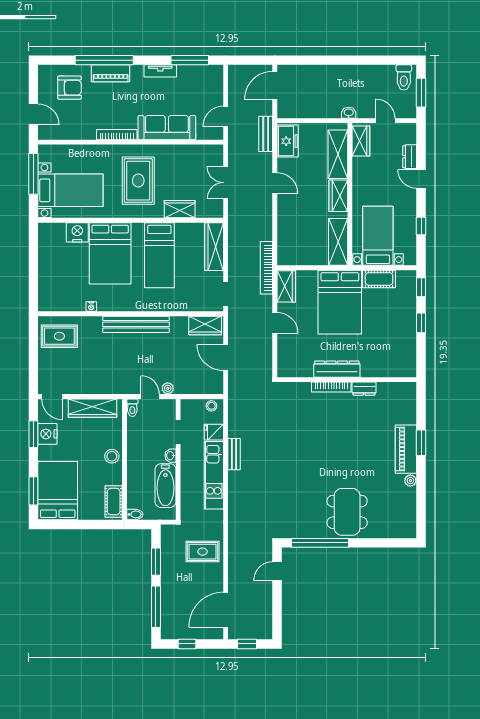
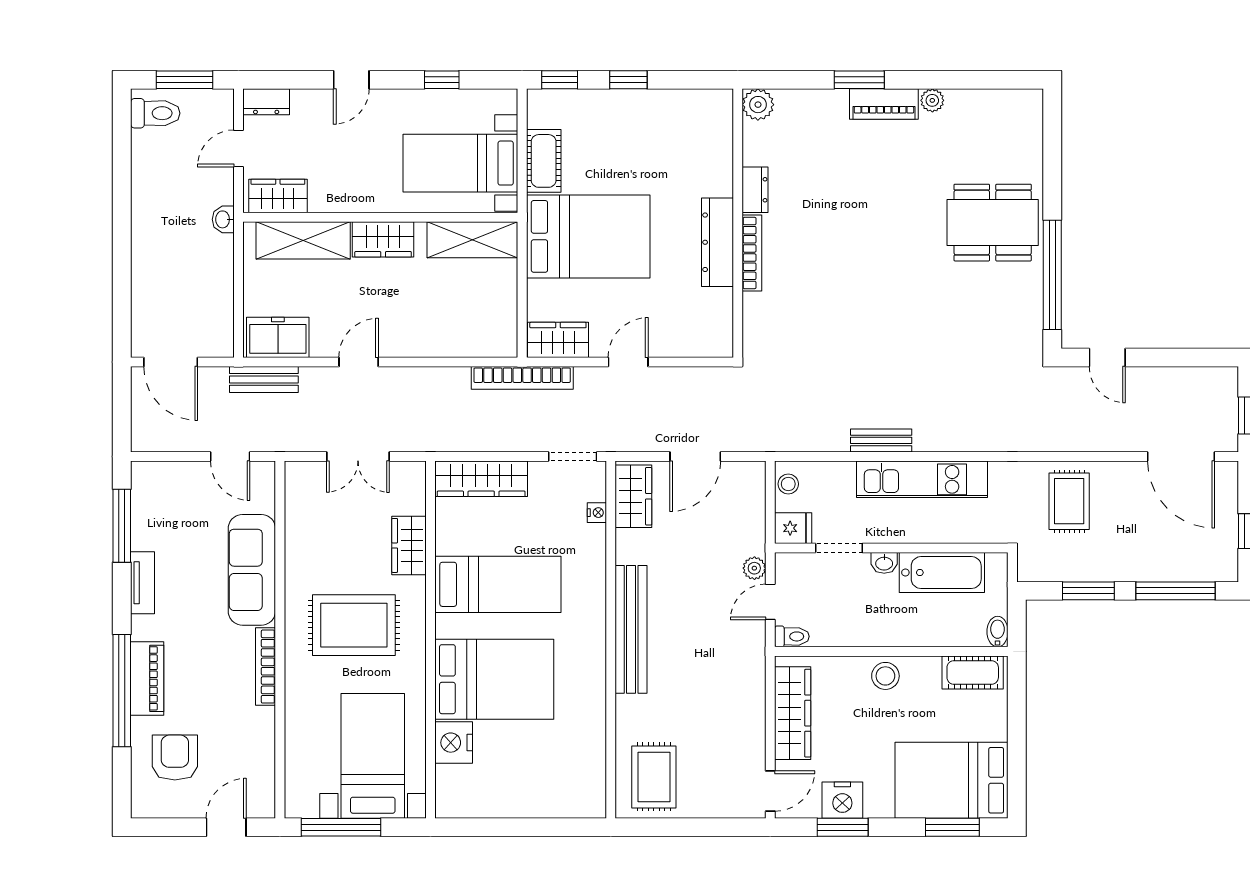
dresser: (410, 157) -> (266, 102), moved
nightstand: (91, 307) -> (597, 513), moved
plant: (408, 390) -> (758, 105), added
fridge: (214, 432) -> (793, 528), moved, turned -90
piano: (406, 449) -> (884, 104), width x0.73, depth x0.75

